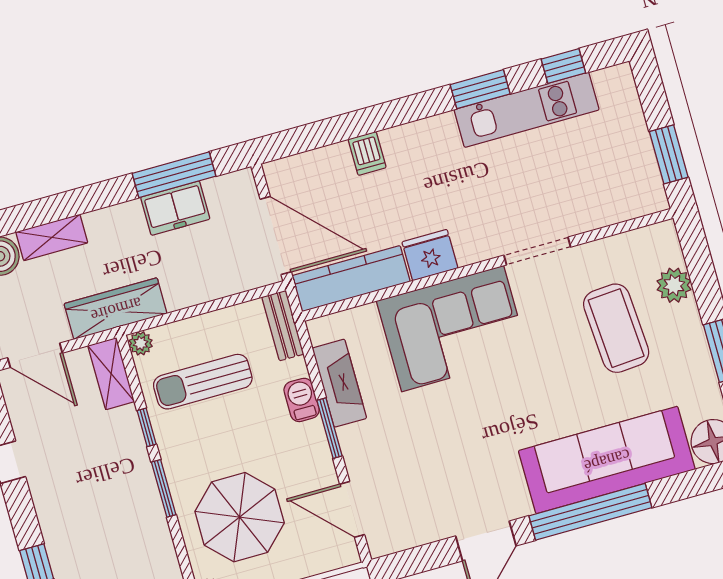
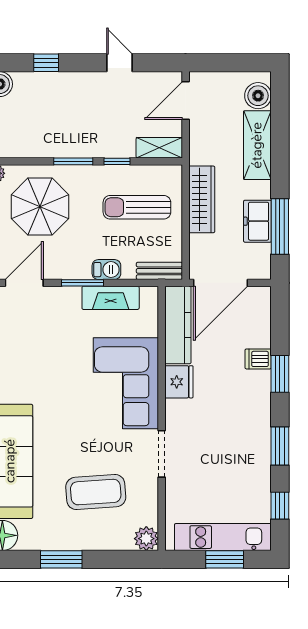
kitchen unit: (527, 110) -> (223, 537), moved, turned 90
window: (379, 117) -> (280, 374), added
window: (669, 154) -> (225, 559), moved
shelving: (52, 237) -> (257, 145), width x1.50, depth x1.33
plant: (674, 285) -> (146, 539), moved
wardrobe: (116, 309) -> (202, 199), moved
plant: (141, 343) -> (174, 173), removed
sun lounger: (203, 382) -> (137, 207), turned -90

